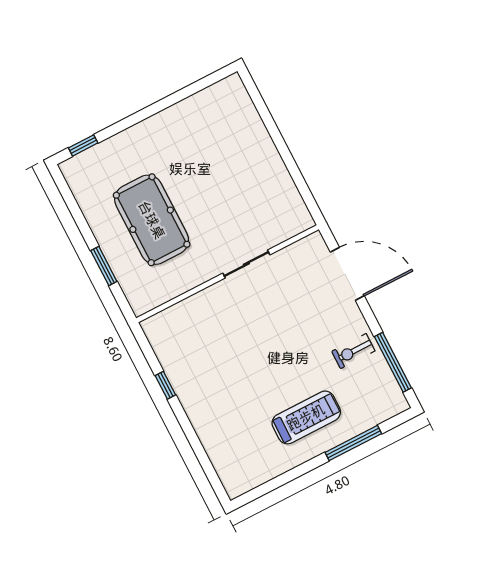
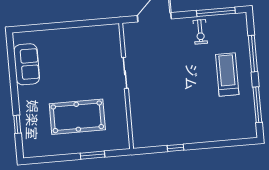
sofa: (199, 112) -> (27, 64), added
window: (83, 145) -> (17, 124), moved
window: (280, 481) -> (257, 105), added

